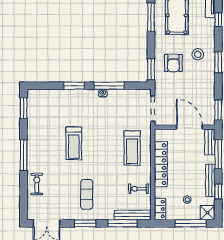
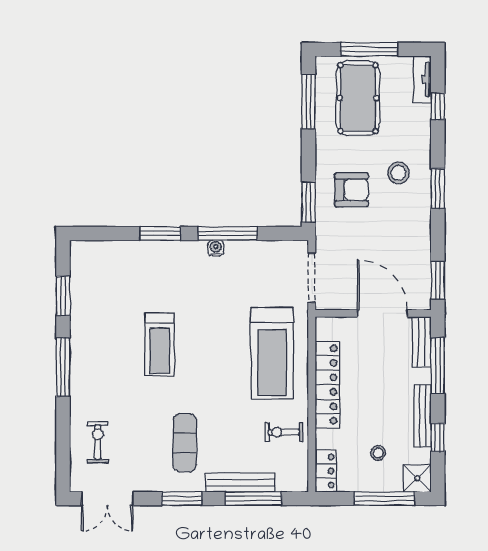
armchair: (173, 63) -> (351, 190), turned -90
window: (24, 108) -> (63, 296), moved
treadmill: (132, 148) -> (272, 353), width x1.37, depth x1.38
exercise bike: (37, 184) -> (98, 442), moved
bench: (132, 215) -> (240, 482), moved

